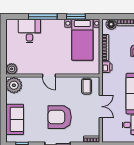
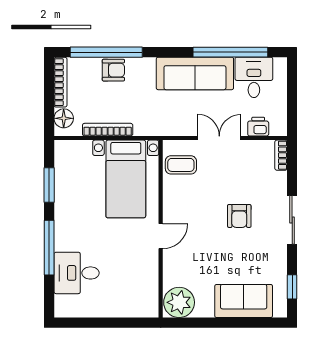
bed with nightstands: (82, 40) -> (126, 179), moved, turned 90
printer: (107, 67) -> (258, 127), moved
plant: (12, 69) -> (148, 306), removed
armchair: (60, 117) -> (239, 216), width x0.53, depth x0.53

